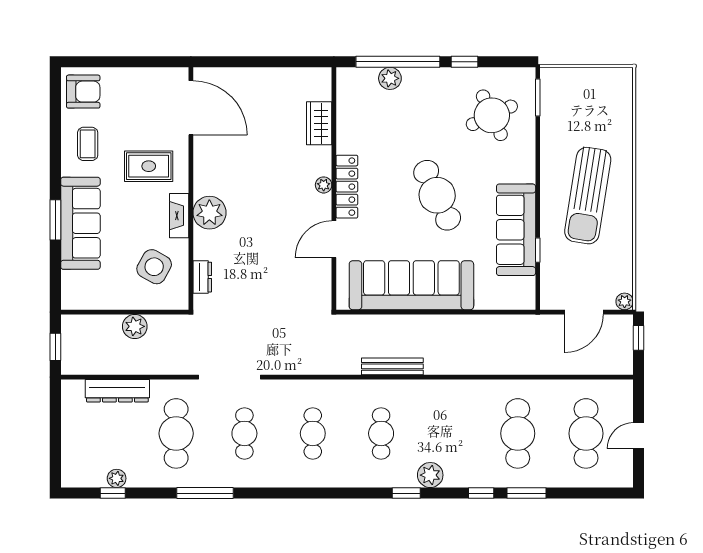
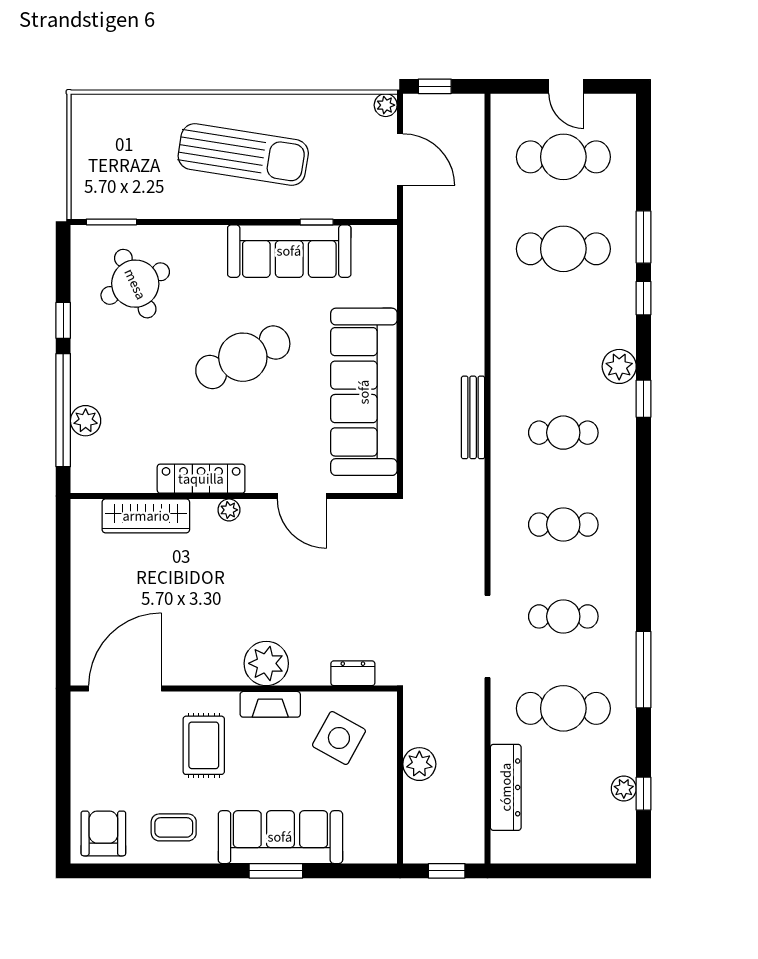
wardrobe: (319, 123) -> (146, 516), width x1.50
locker: (347, 187) -> (201, 479), moved

